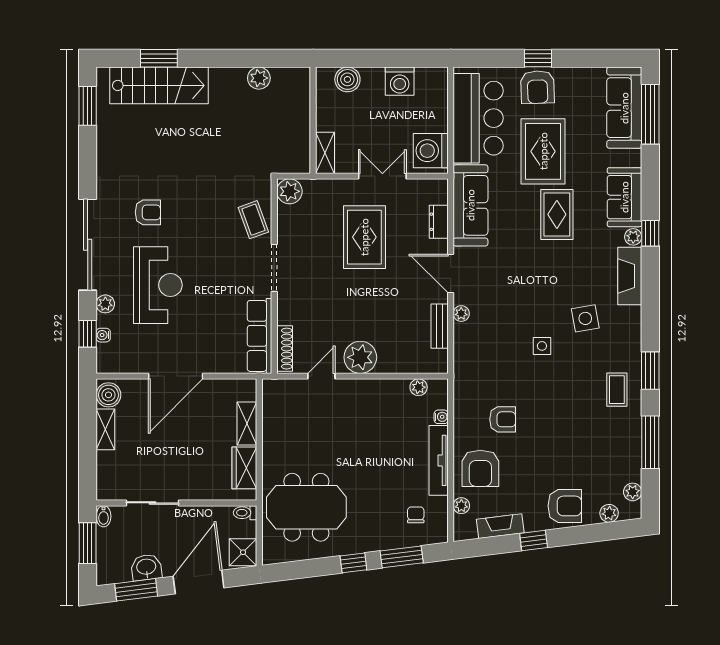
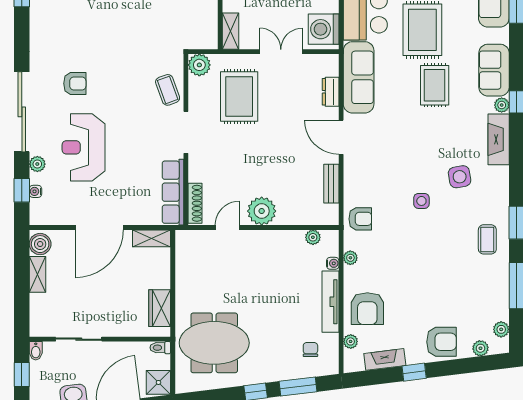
rug: (364, 237) -> (239, 97), moved
reception desk: (158, 285) -> (84, 147), turned 180
plant: (461, 314) -> (350, 258), moved
armchair: (503, 419) -> (360, 219), moved
shelving: (247, 424) -> (151, 238), moved, turned 90
window: (88, 543) -> (22, 374), width x0.67

